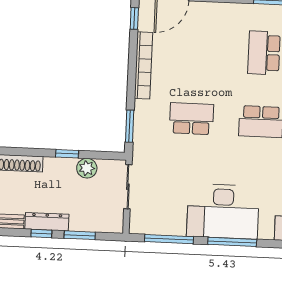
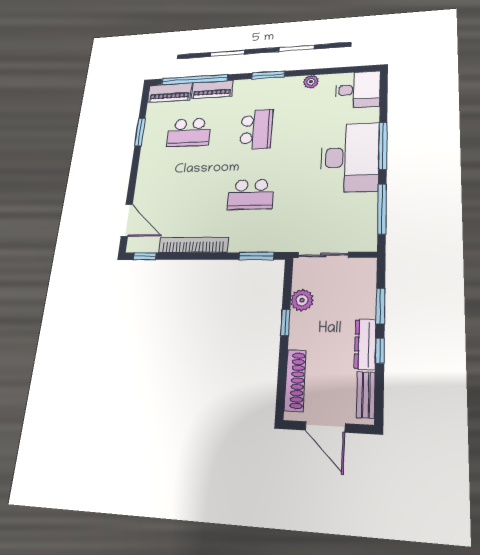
school desk: (191, 119) -> (251, 194), turned -90

